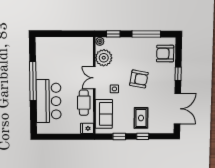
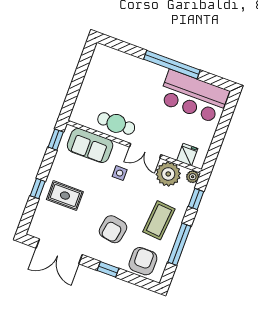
coffee table: (136, 53) -> (159, 220), added
double door: (94, 78) -> (145, 151), swing flipped
armchair: (139, 79) -> (113, 229), moved
bar counter: (49, 101) -> (193, 97), moved
fridge: (87, 128) -> (187, 155), moved
window: (119, 136) -> (56, 140), moved

